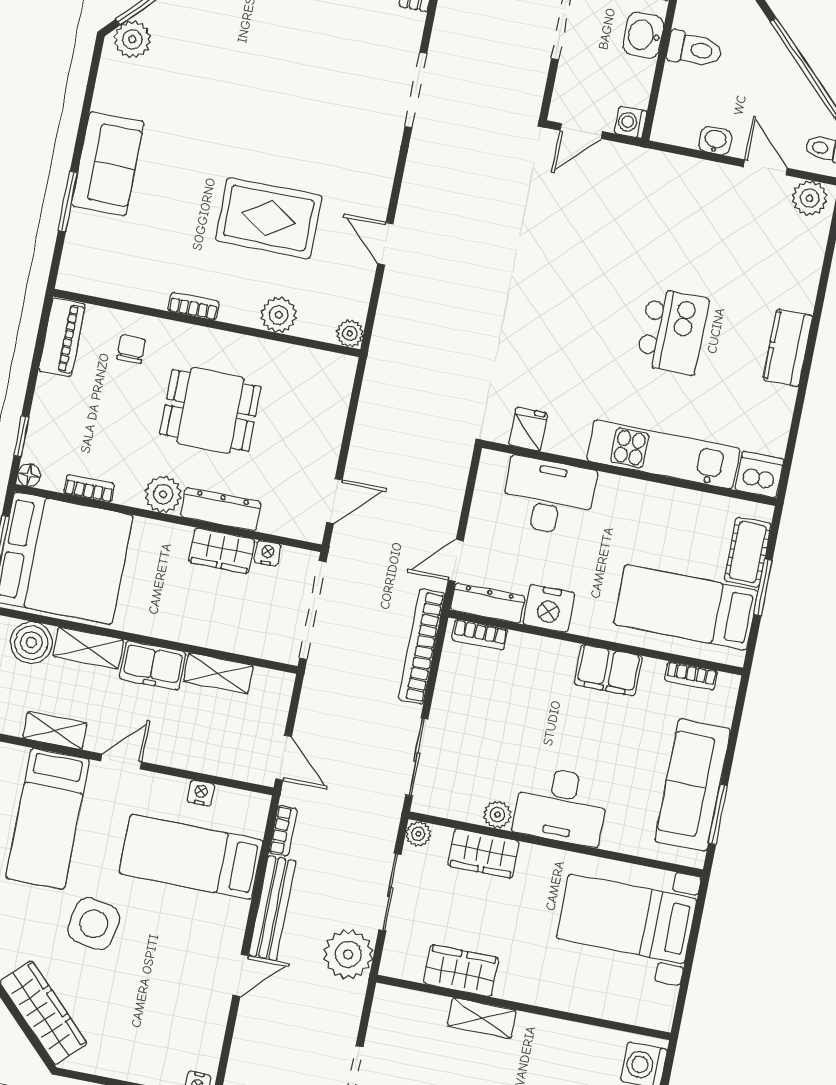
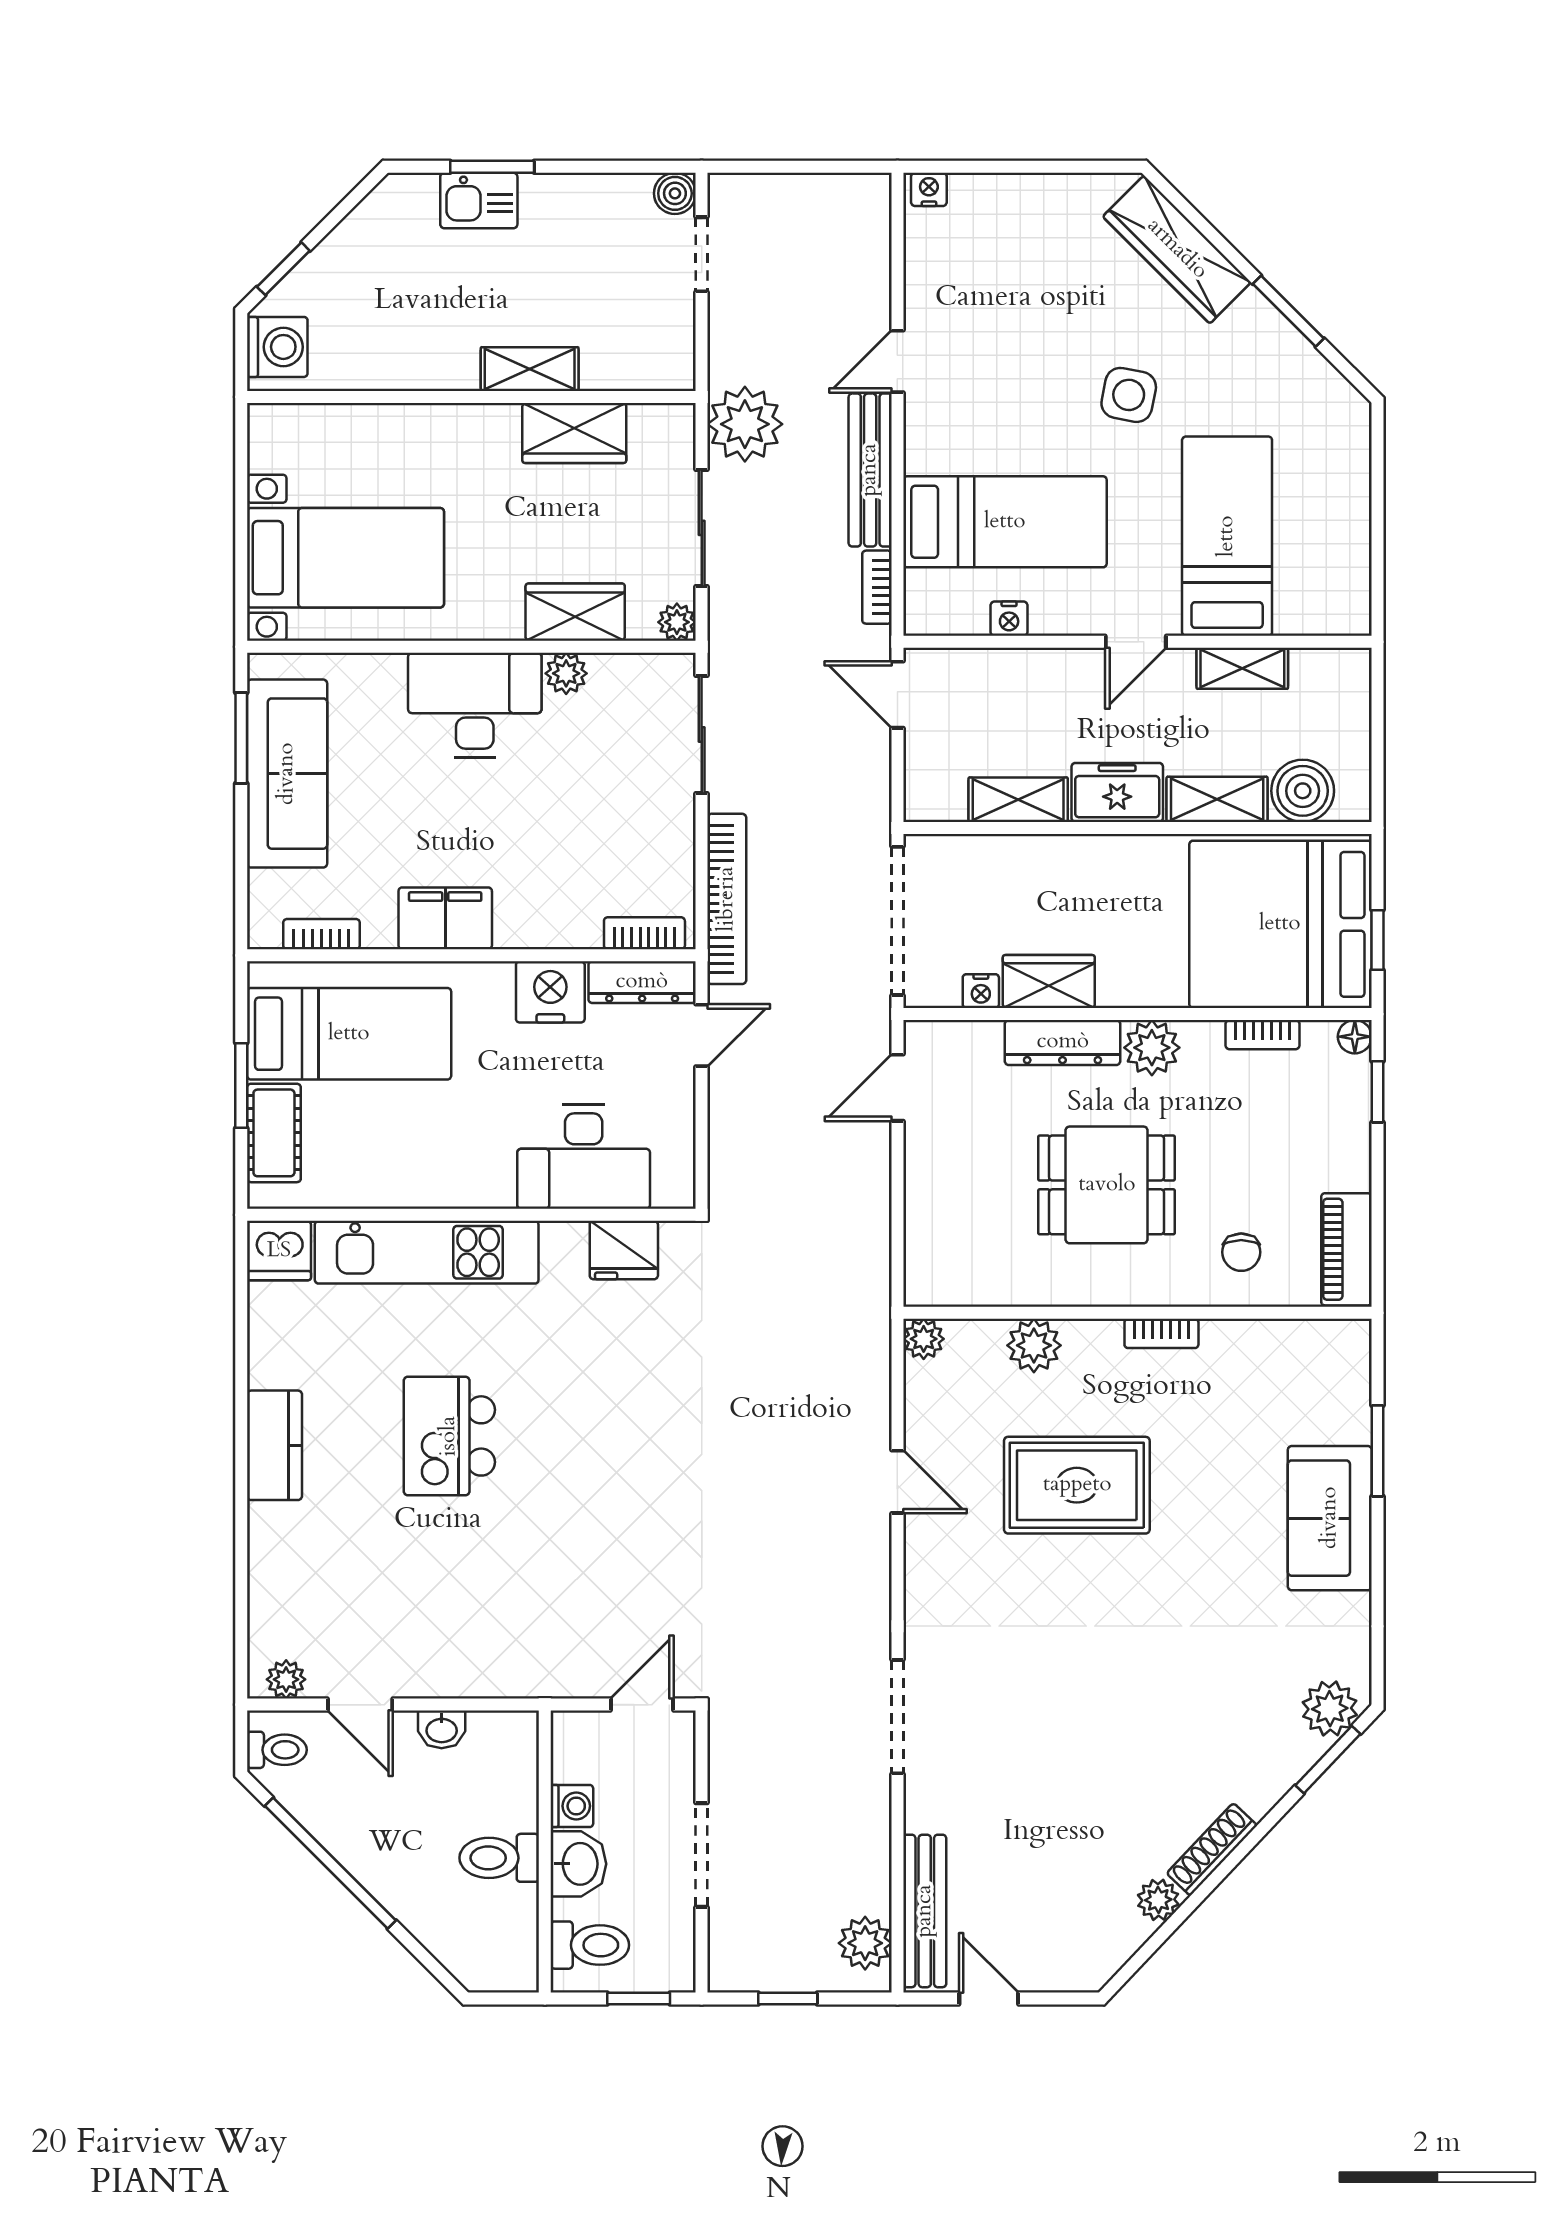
washing machine: (630, 122) -> (572, 1806), moved
plant: (810, 198) -> (286, 1679), width x0.73, depth x0.73
fridge: (528, 429) -> (624, 1250), width x1.38
side table: (94, 924) -> (1129, 395), width x0.73, depth x0.73

